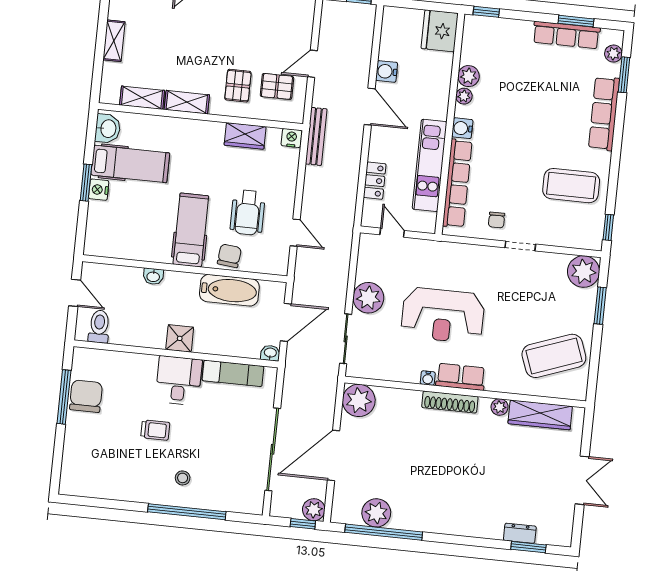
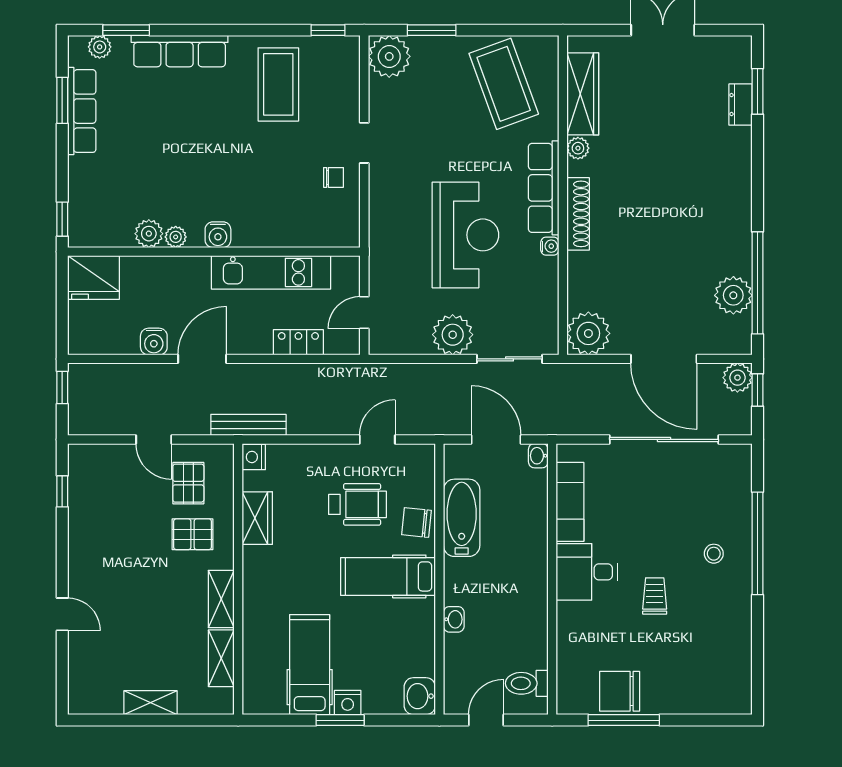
washbasin: (108, 129) -> (420, 696), moved, turned -90
row of seats: (457, 183) -> (291, 234), removed
shower: (180, 338) -> (531, 576), removed
row of seats: (461, 377) -> (544, 188), width x1.48

